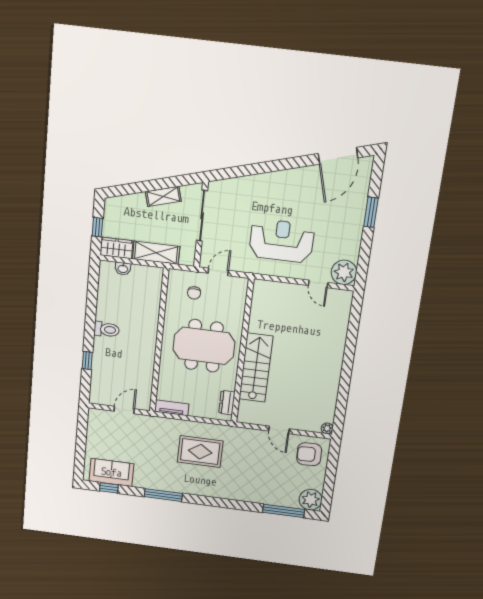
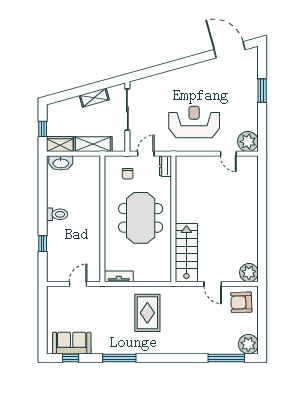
door: (338, 156) -> (230, 50), swing flipped
washbasin: (123, 269) -> (61, 163), width x1.91, depth x1.45
meeting table: (204, 346) -> (141, 218), turned 90
stairs: (256, 368) -> (186, 253), moved
dresser: (227, 403) -> (165, 166), moved
plant: (327, 428) -> (249, 273), width x1.88, depth x1.88
rug: (200, 452) -> (147, 313), turned 90

